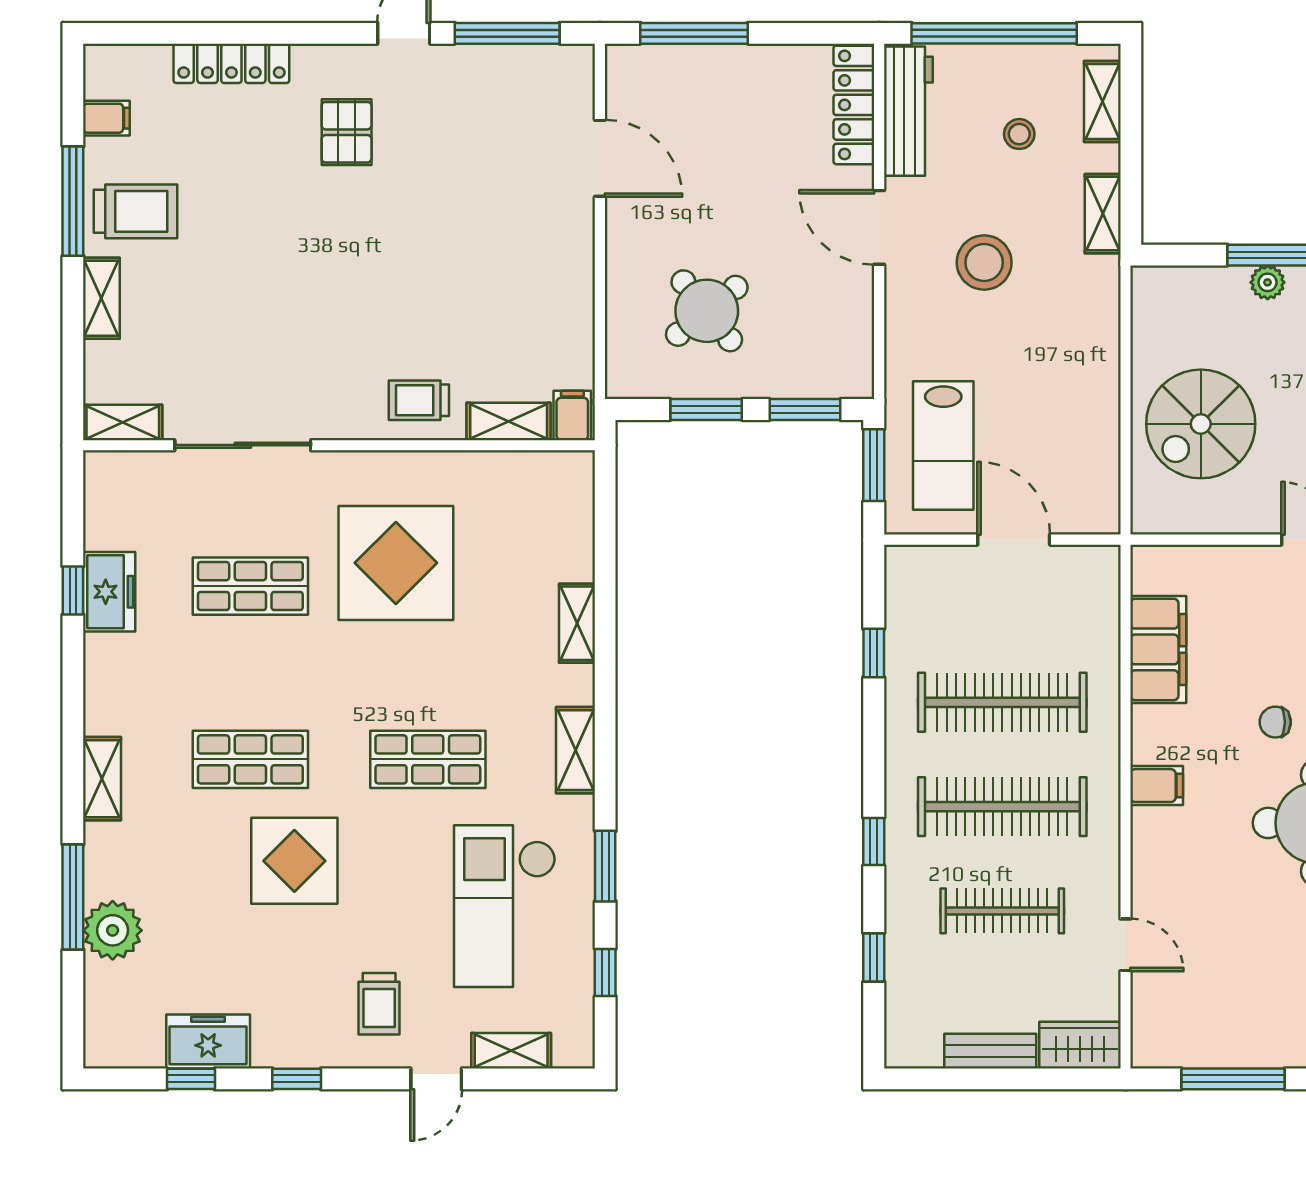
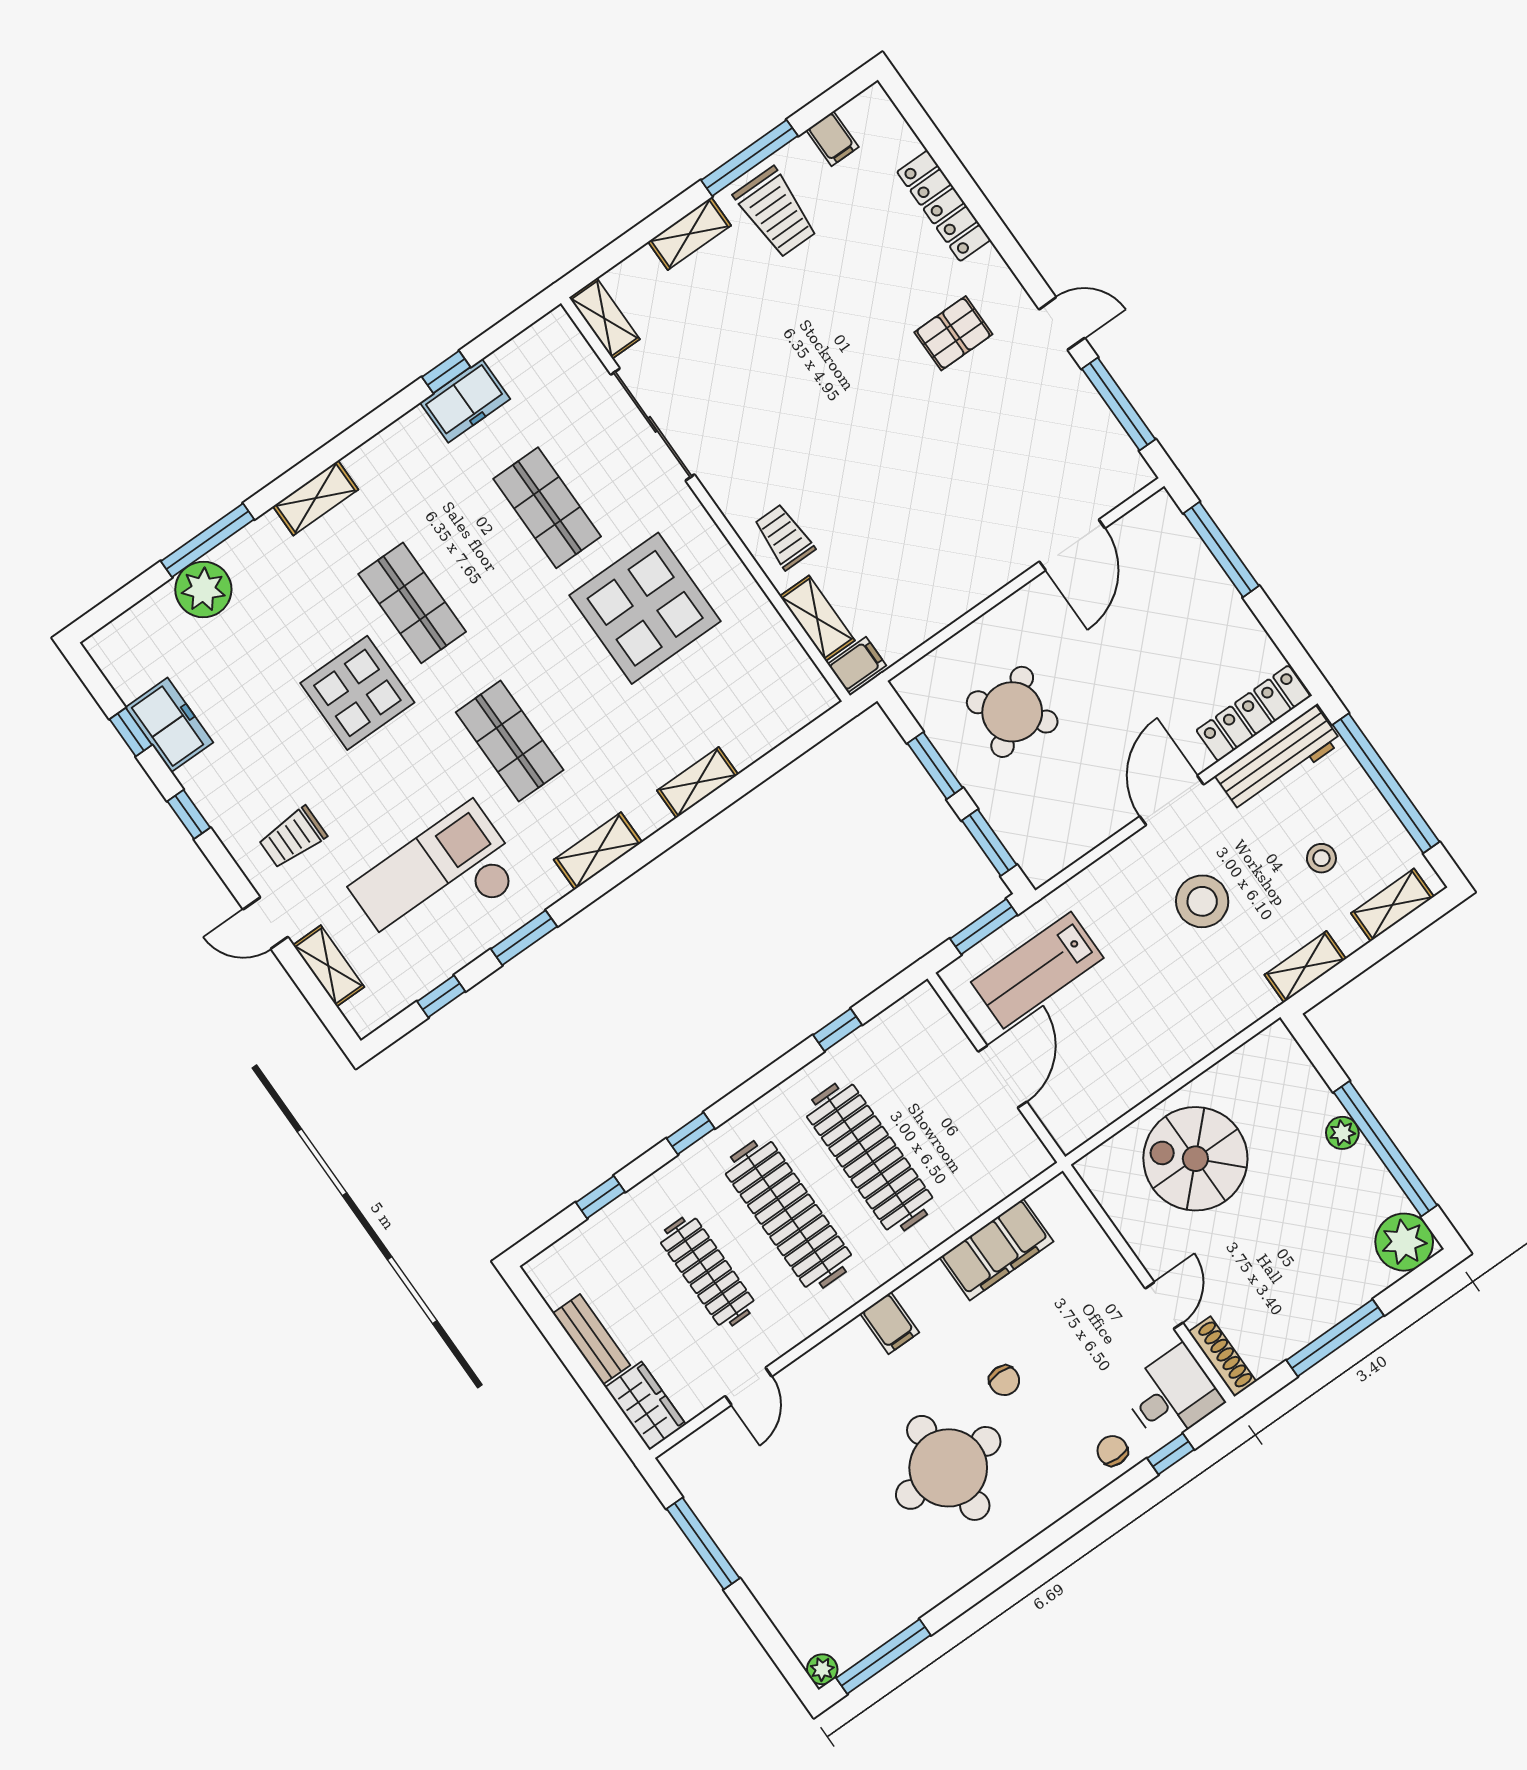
chair: (1275, 722) -> (1004, 1380), turned 180

